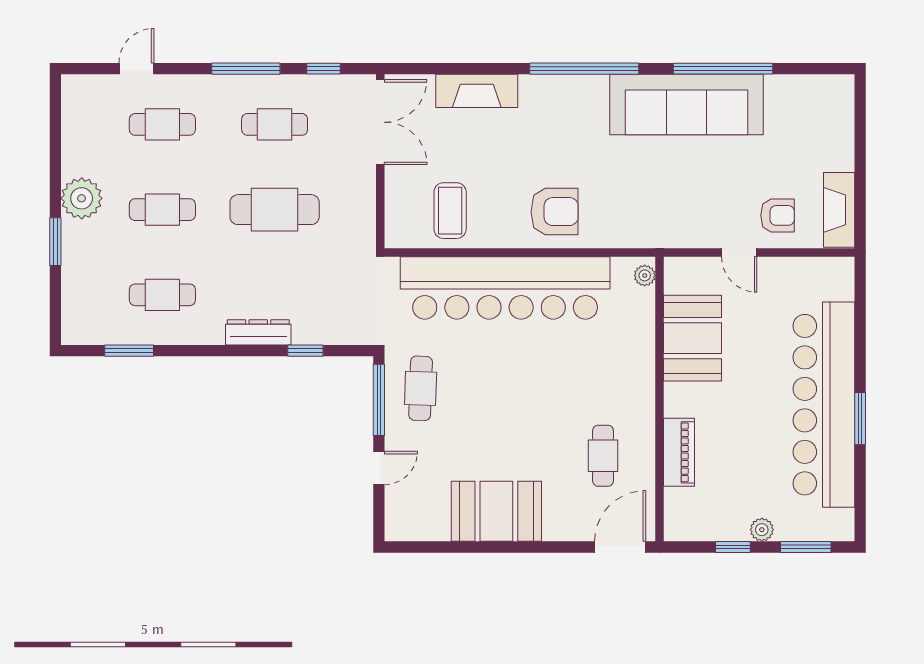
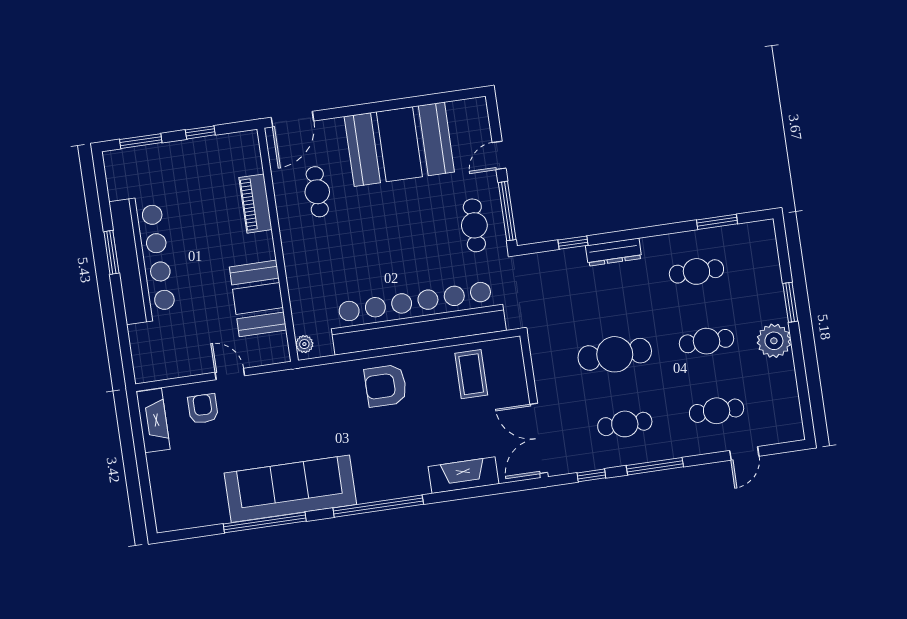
armchair: (777, 215) -> (203, 409), turned 90
bar counter: (824, 405) -> (143, 260), width x0.73
booth: (496, 511) -> (399, 144), width x1.36, depth x1.42
plant: (762, 530) -> (179, 150), removed

